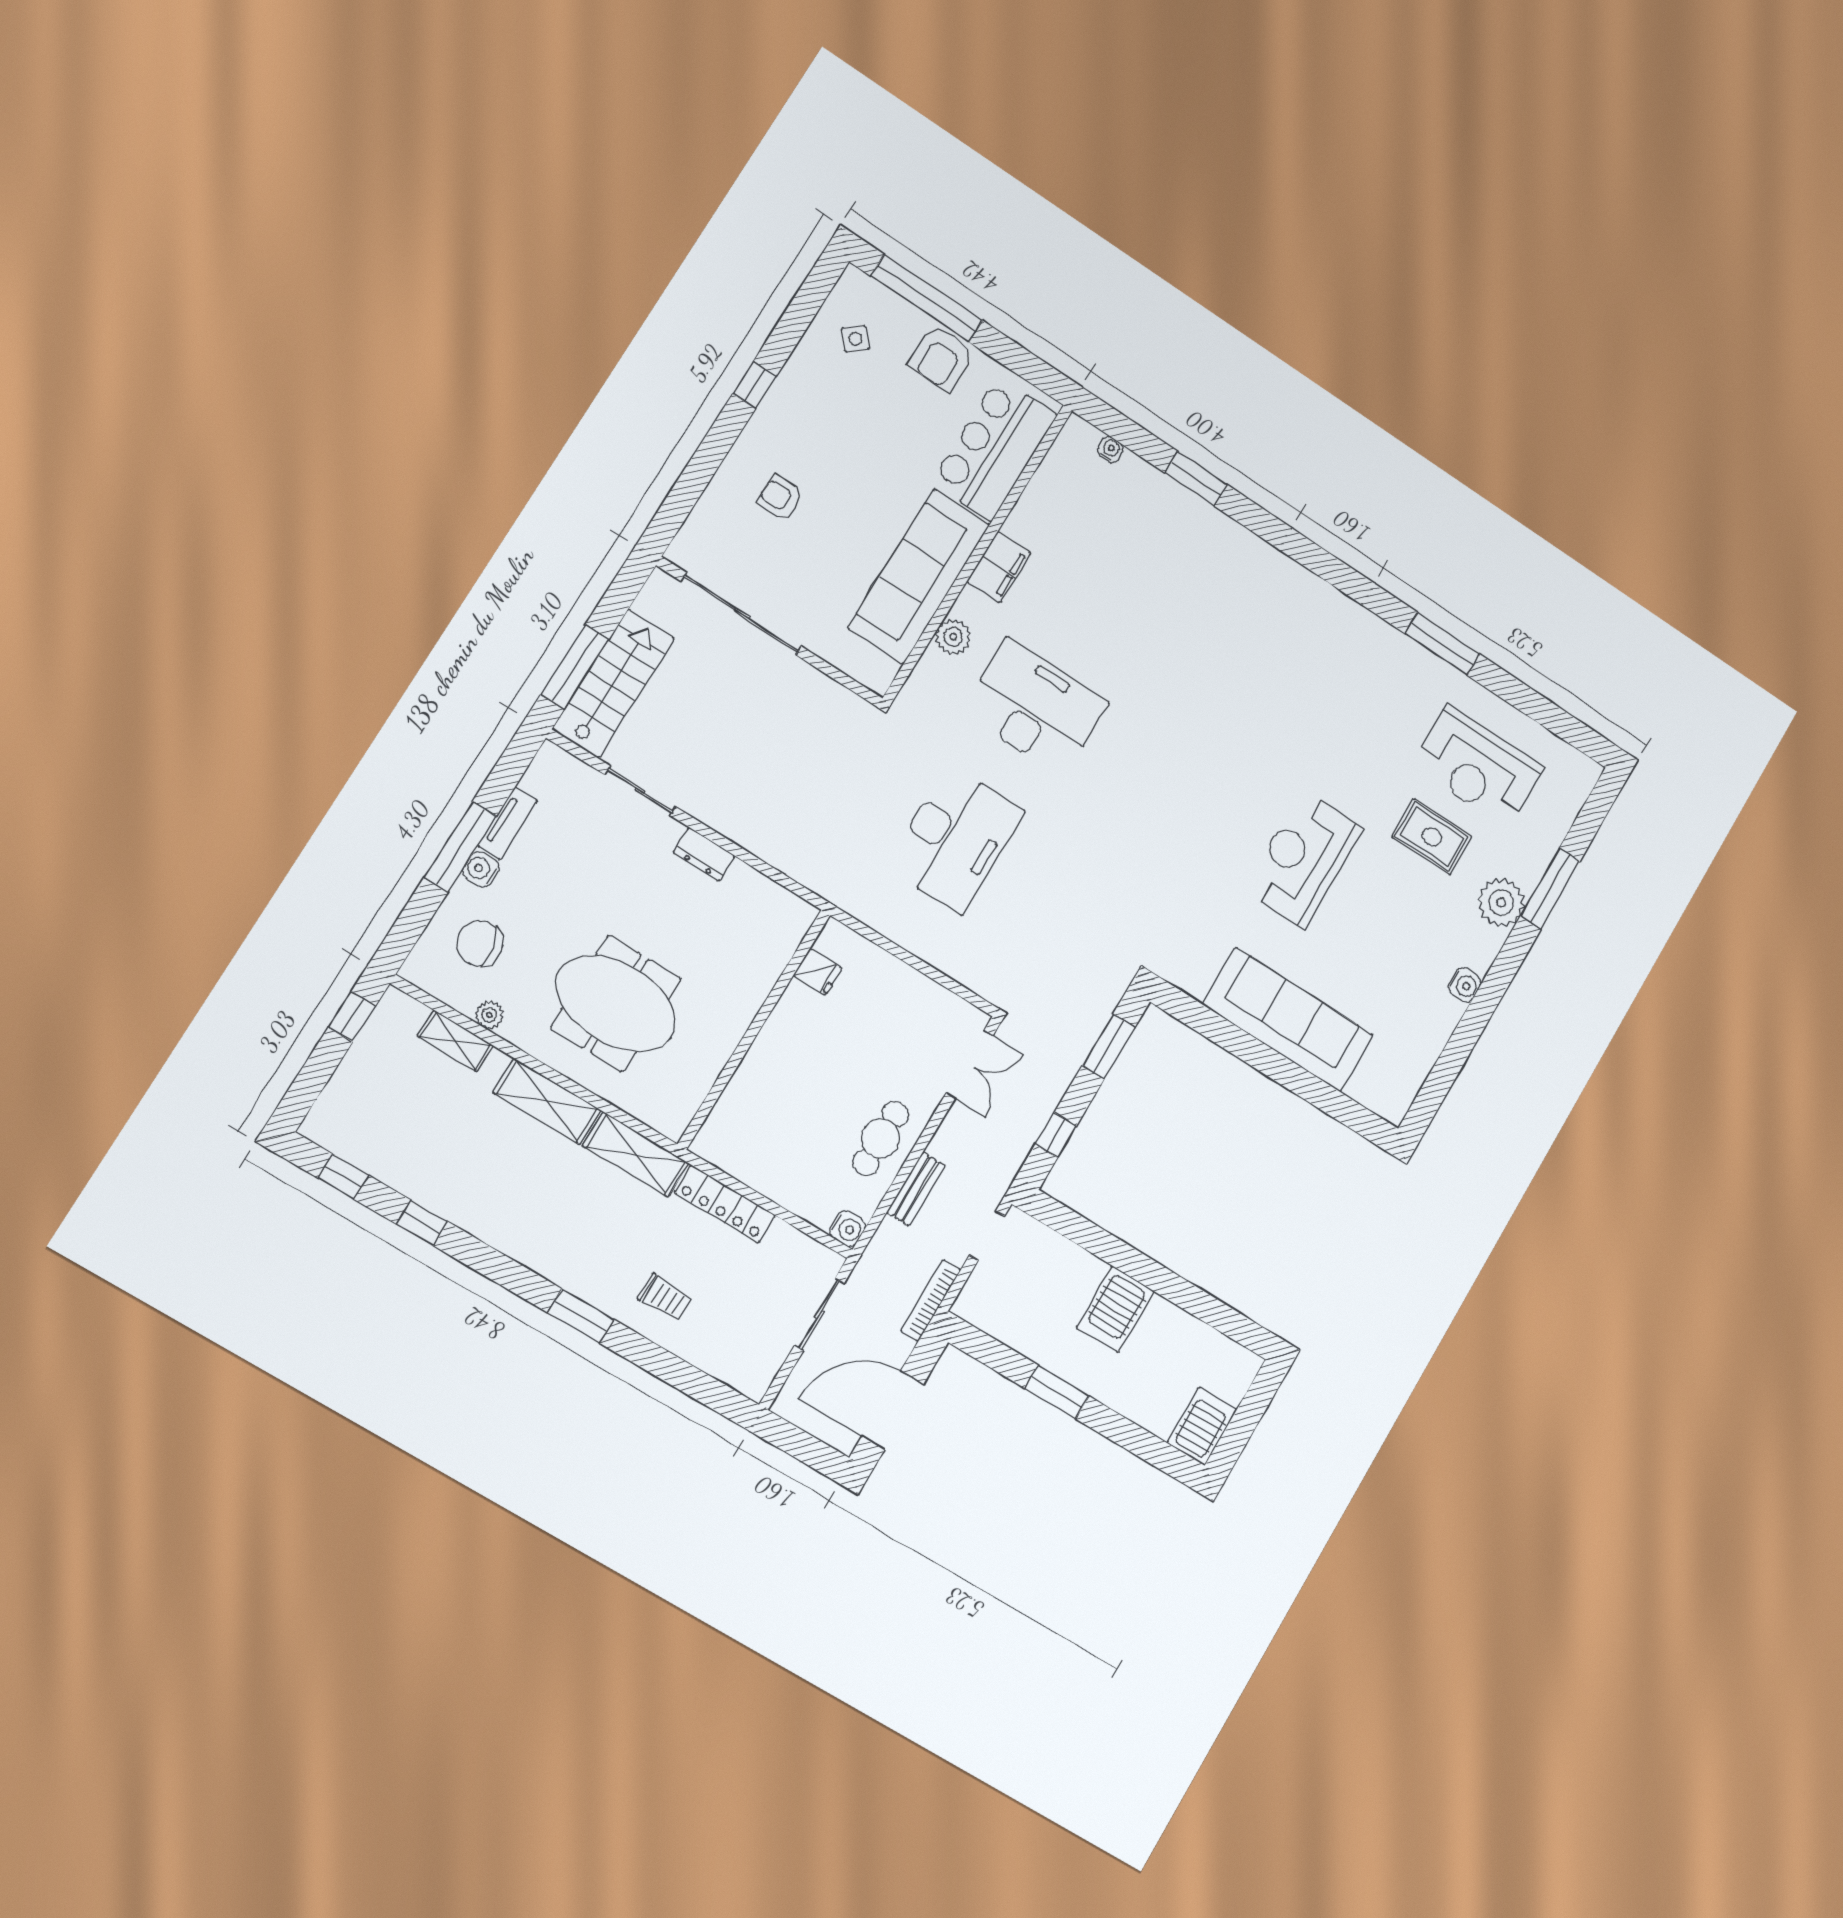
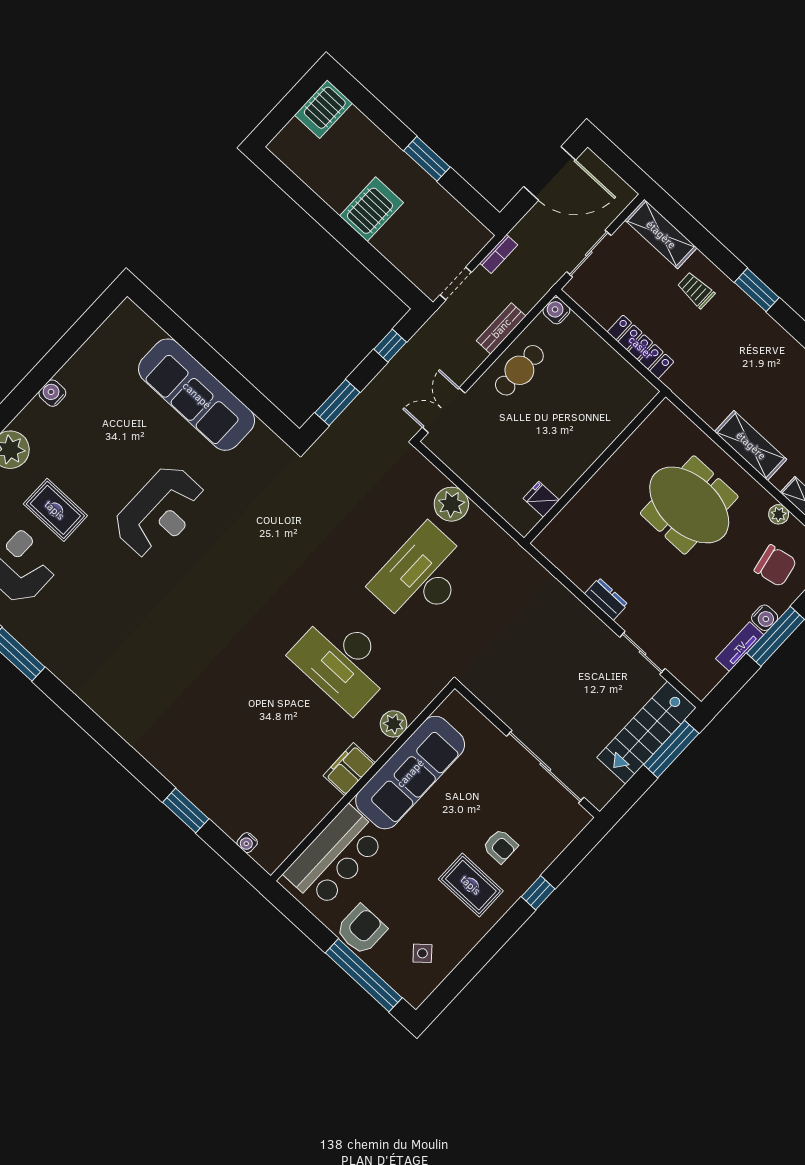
window: (755, 385) -> (538, 893), moved
rug: (809, 439) -> (471, 885), added
plant: (935, 942) -> (451, 504), added
shelving: (636, 1155) -> (661, 234), moved
bookcase: (931, 1300) -> (499, 254), width x0.64

